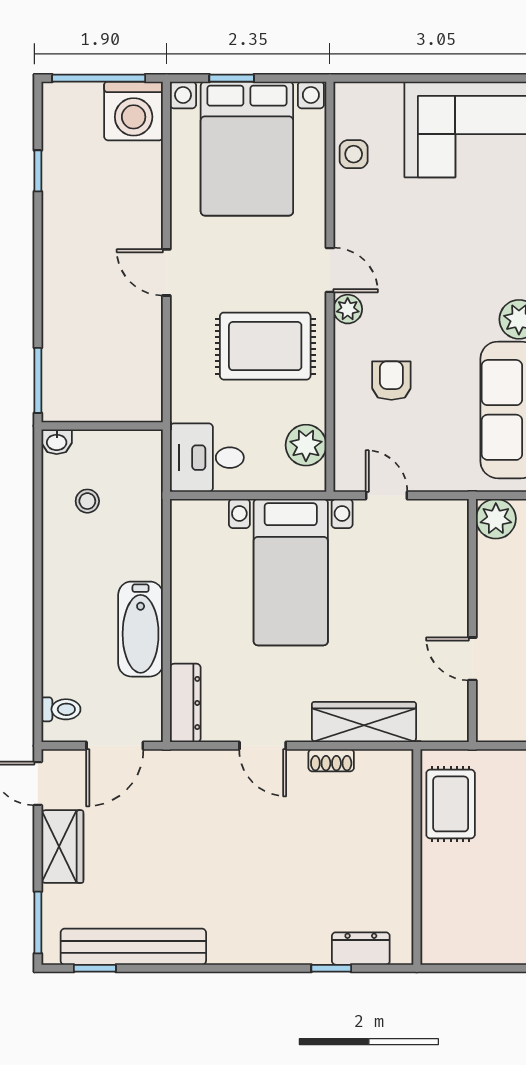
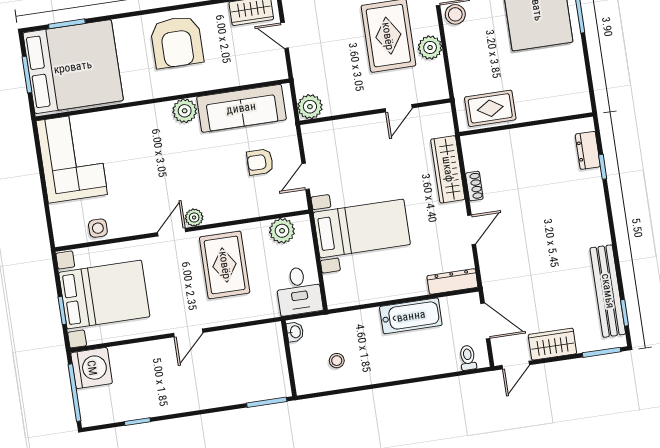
armchair: (391, 381) -> (260, 162), moved
washbasin: (57, 442) -> (295, 332), moved

